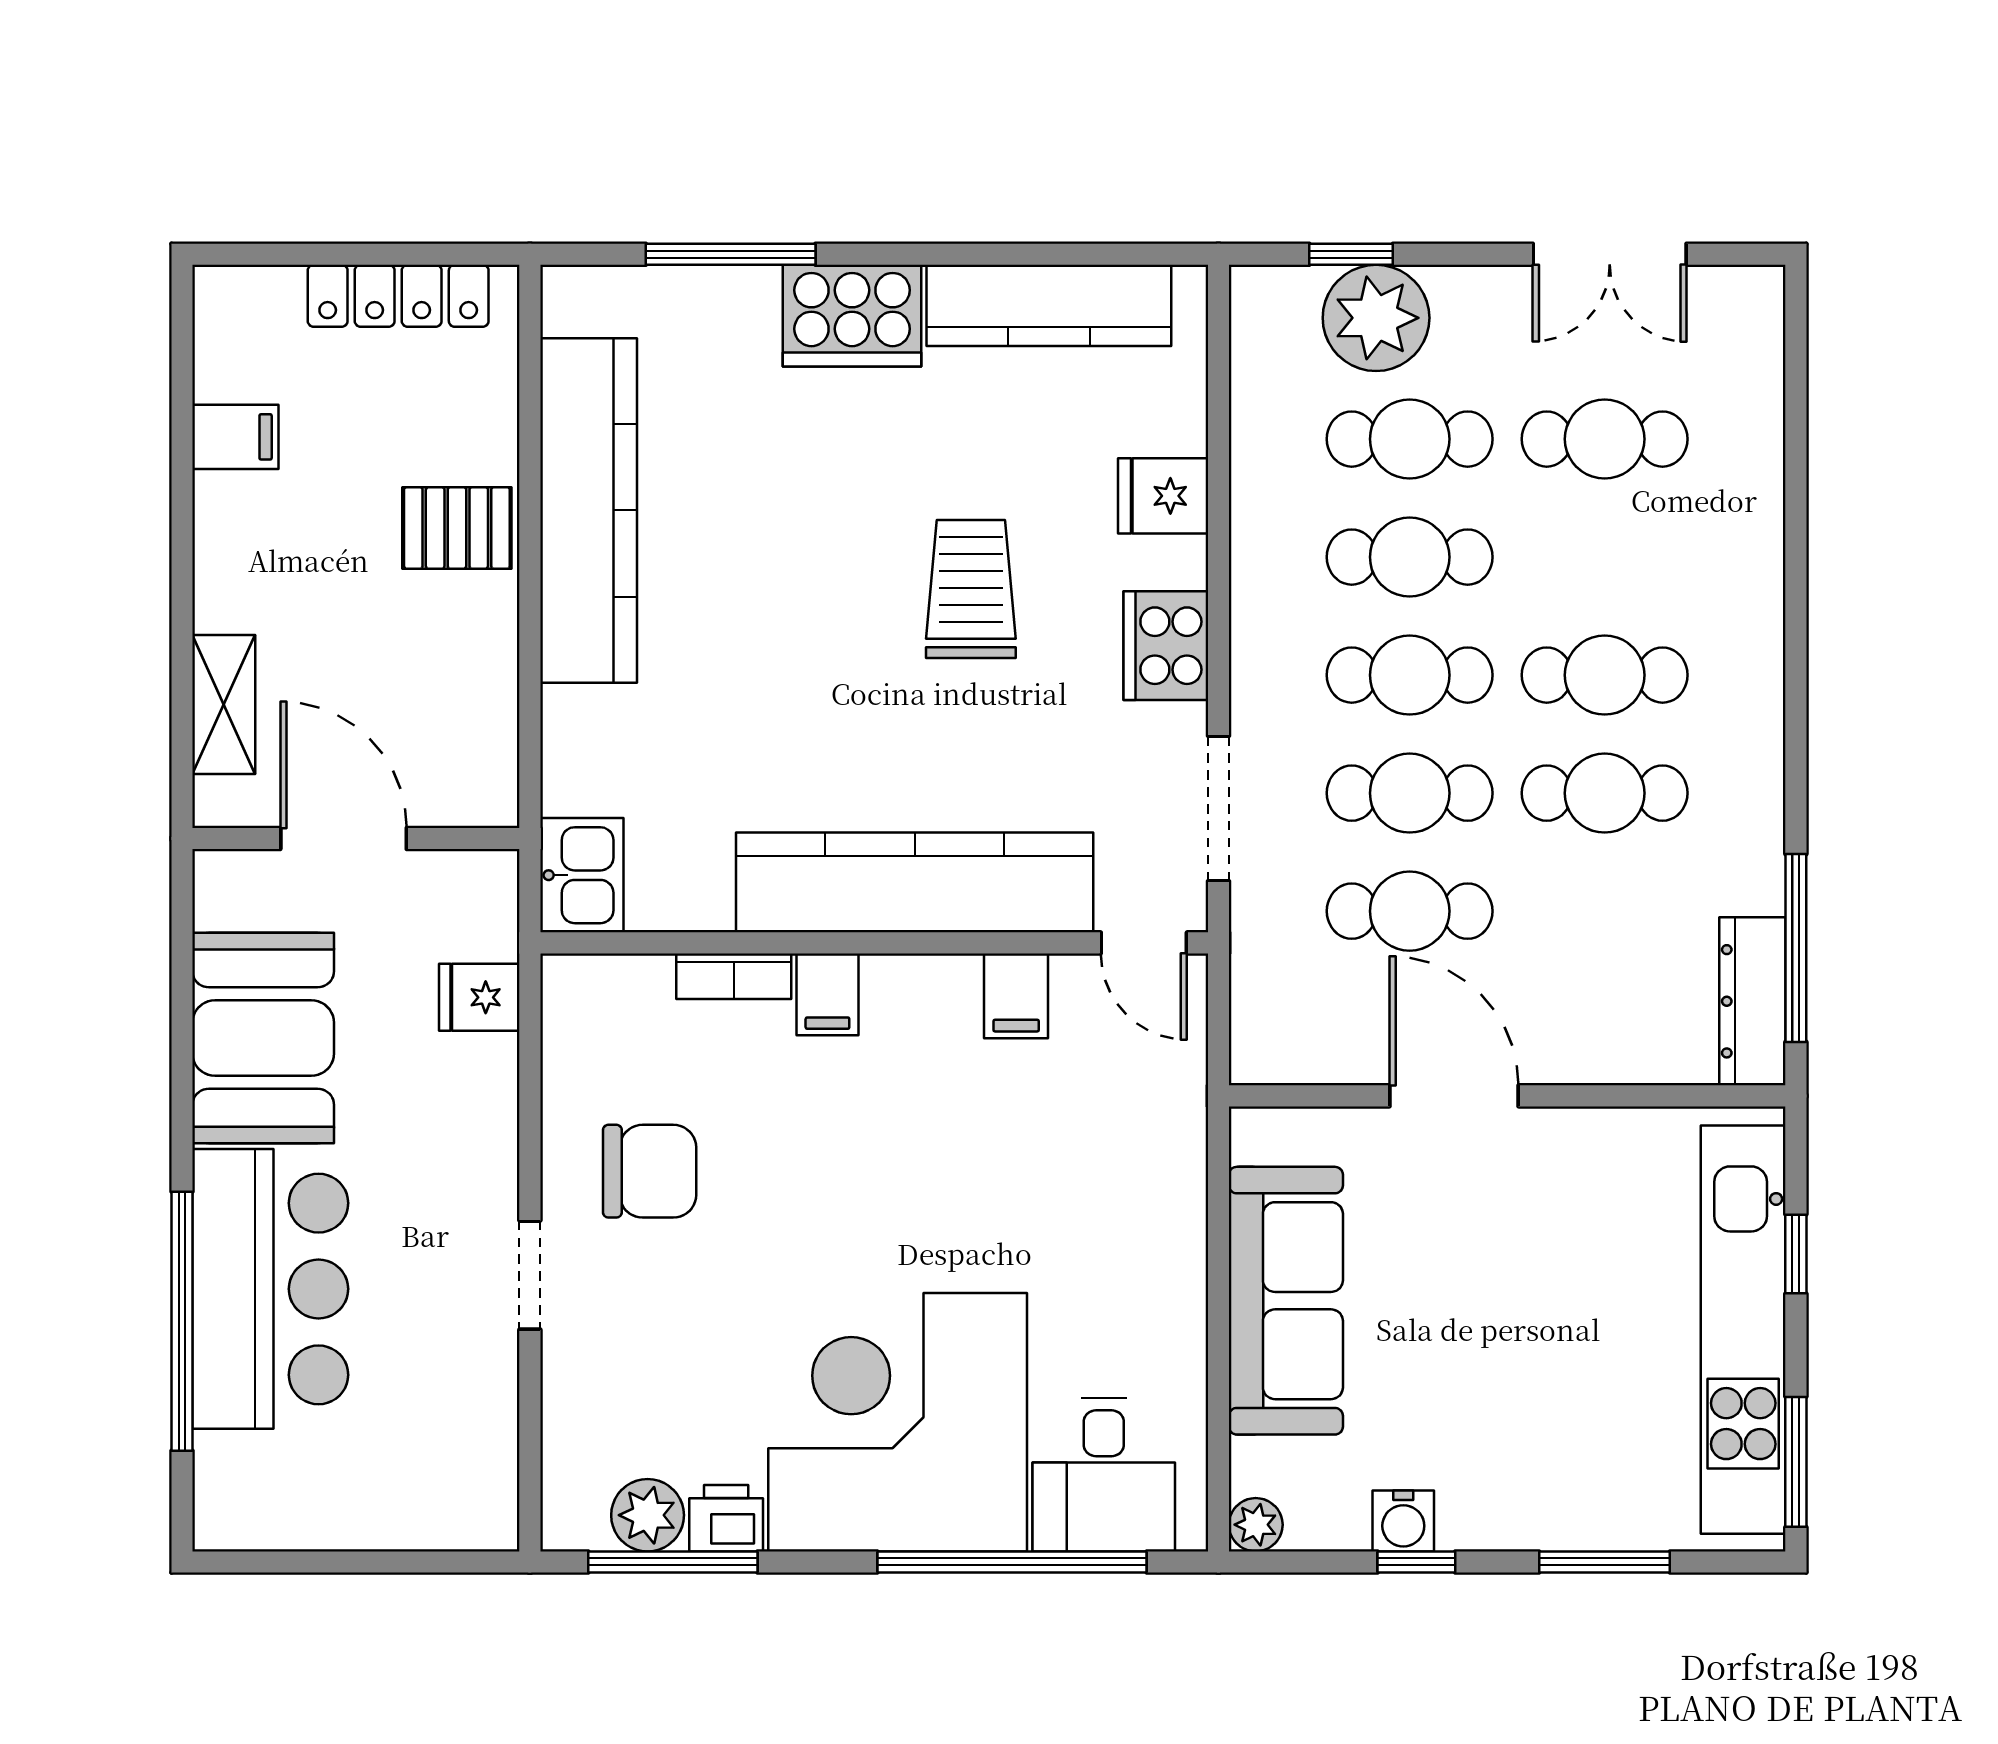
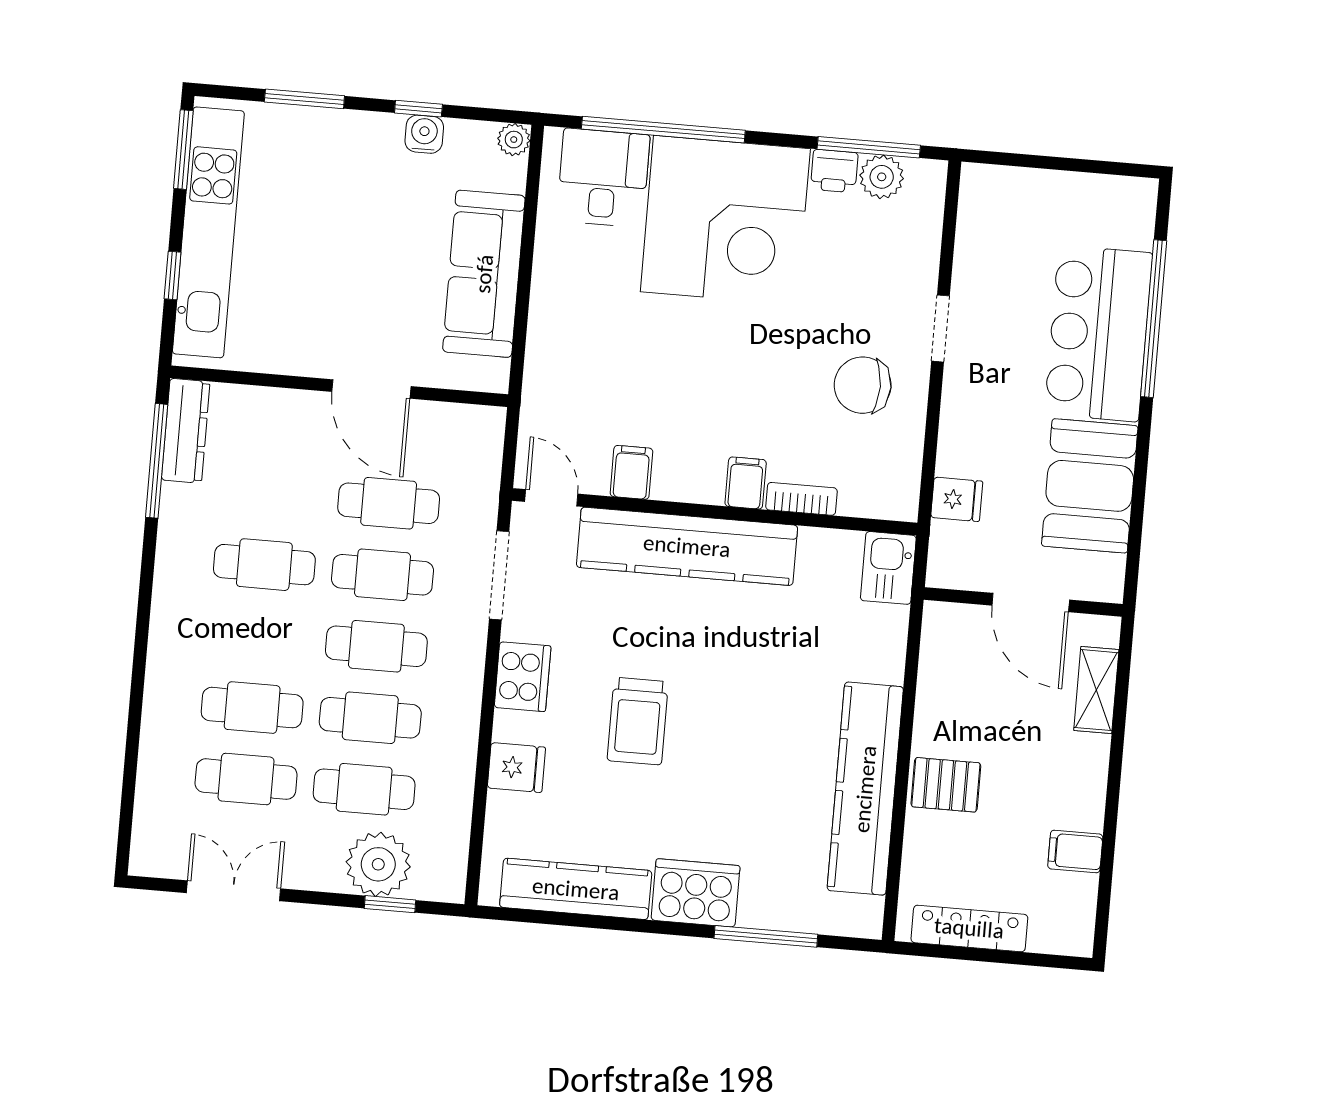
cafe table: (1605, 675) -> (252, 708), moved

